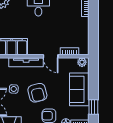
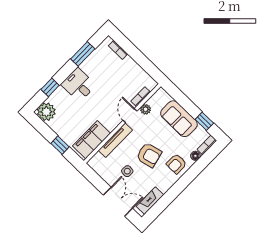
door: (51, 56) -> (130, 116), swing flipped
plant: (82, 62) -> (146, 109), moved

